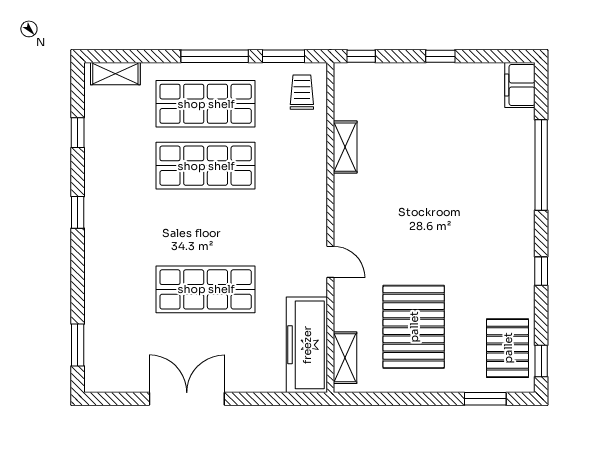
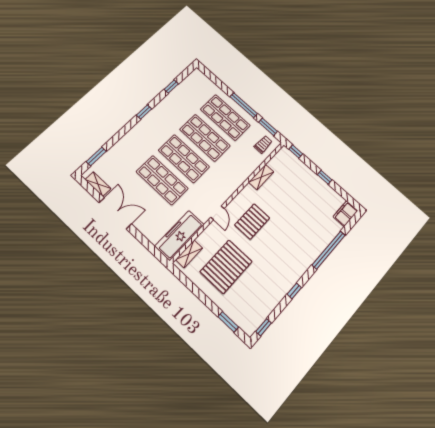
shelving: (115, 74) -> (98, 184), moved
shop shelf: (206, 228) -> (184, 159), added
pallet: (508, 348) -> (252, 221), moved

